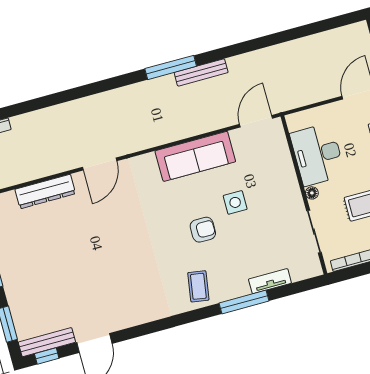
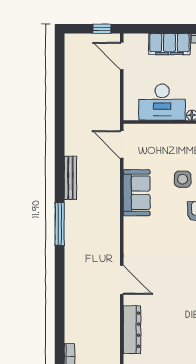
window: (171, 67) -> (60, 224), moved
sofa: (195, 156) -> (137, 193), width x0.73

